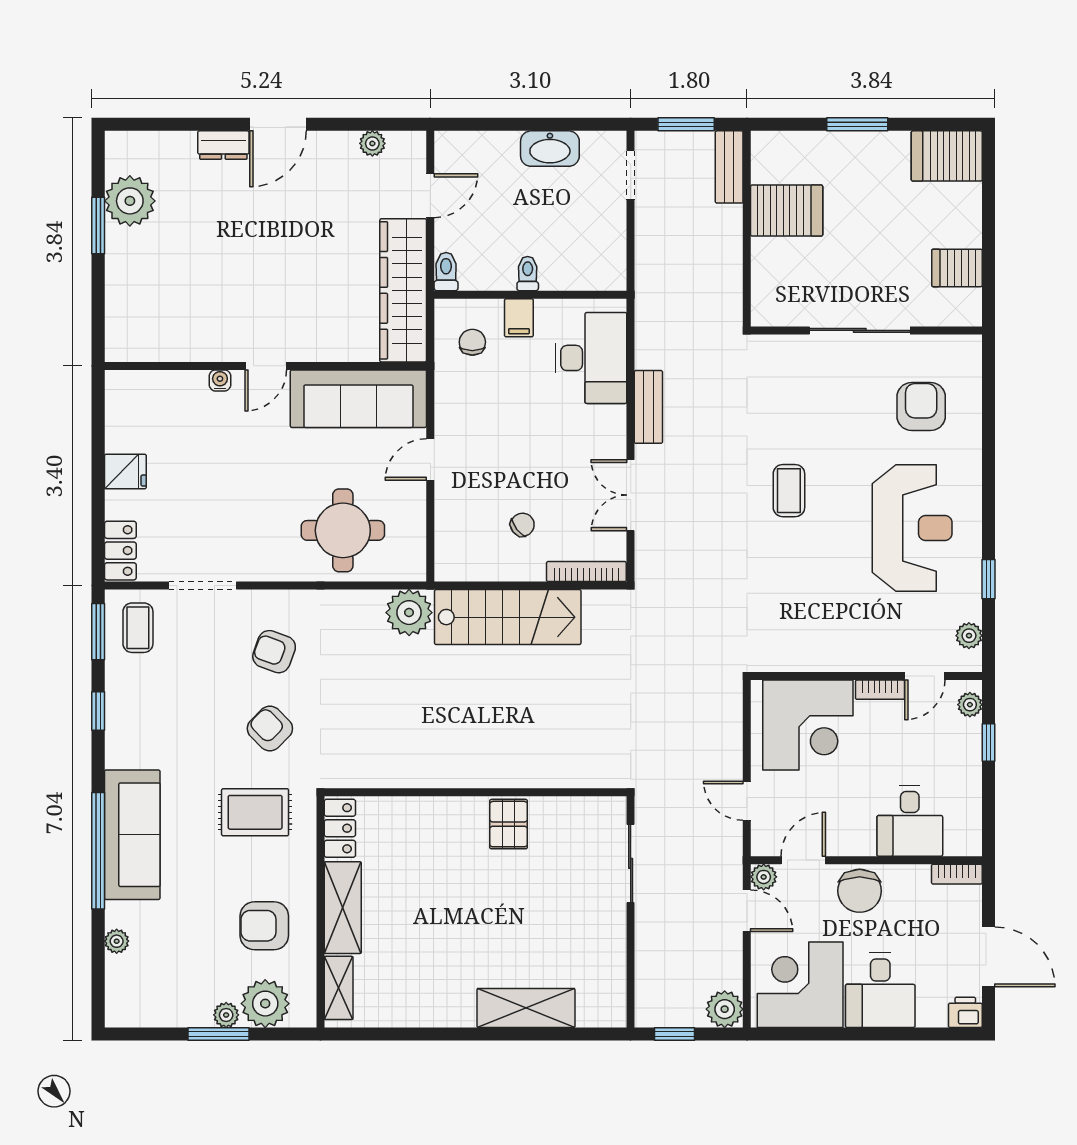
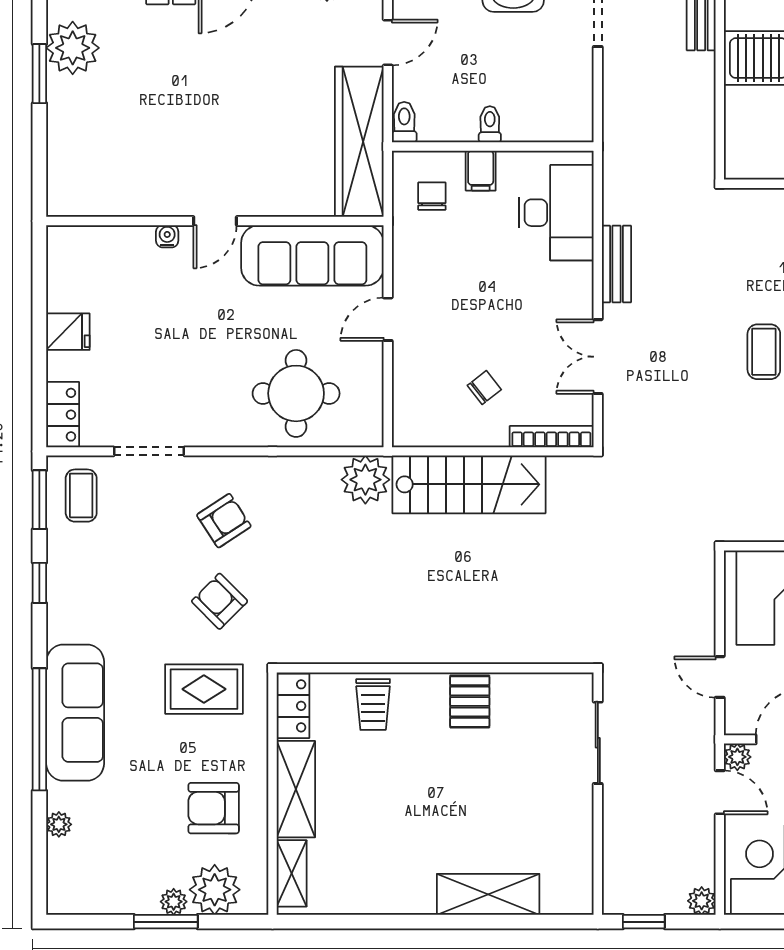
armchair: (274, 652) -> (224, 521), turned 127
trolley: (416, 827) -> (373, 704), added
plant: (725, 1009) -> (702, 901), width x0.73, depth x0.73

